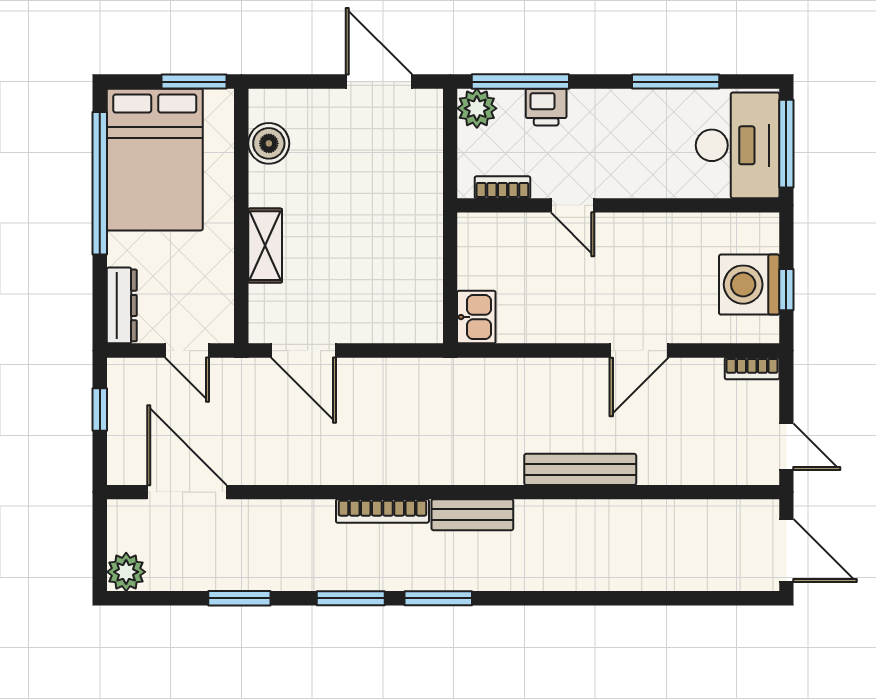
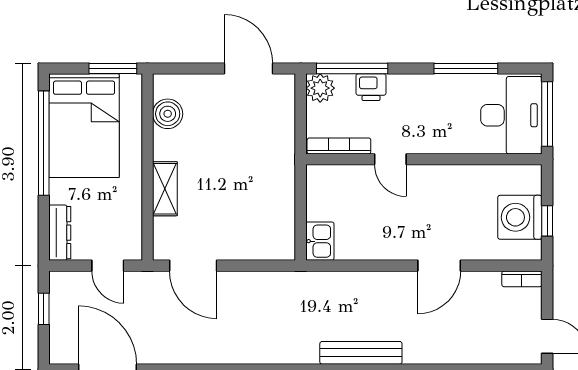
bookcase: (502, 187) -> (339, 146), width x1.56
bench: (580, 469) -> (361, 353), moved

